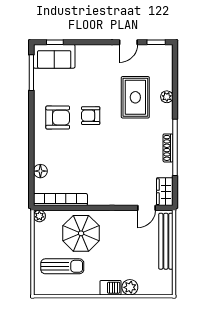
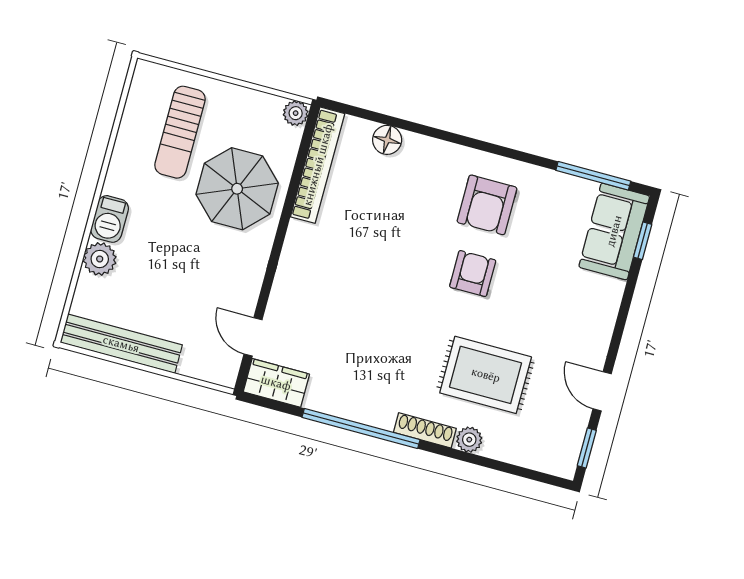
shoe rack: (168, 148) -> (425, 430), moved
bench: (166, 241) -> (121, 344), moved

